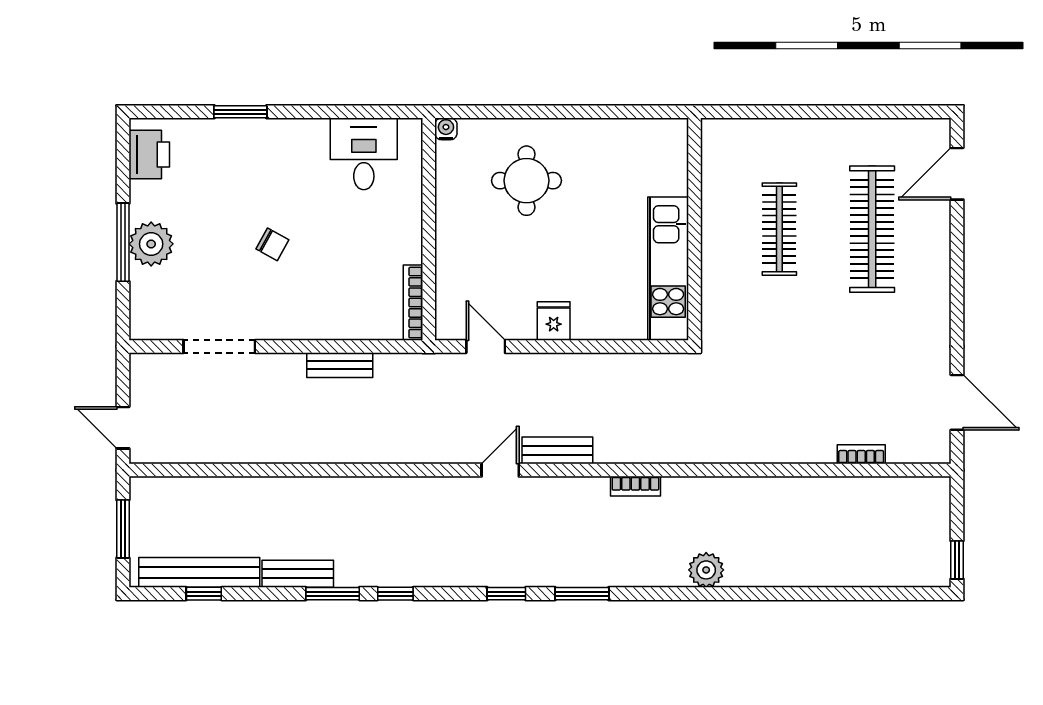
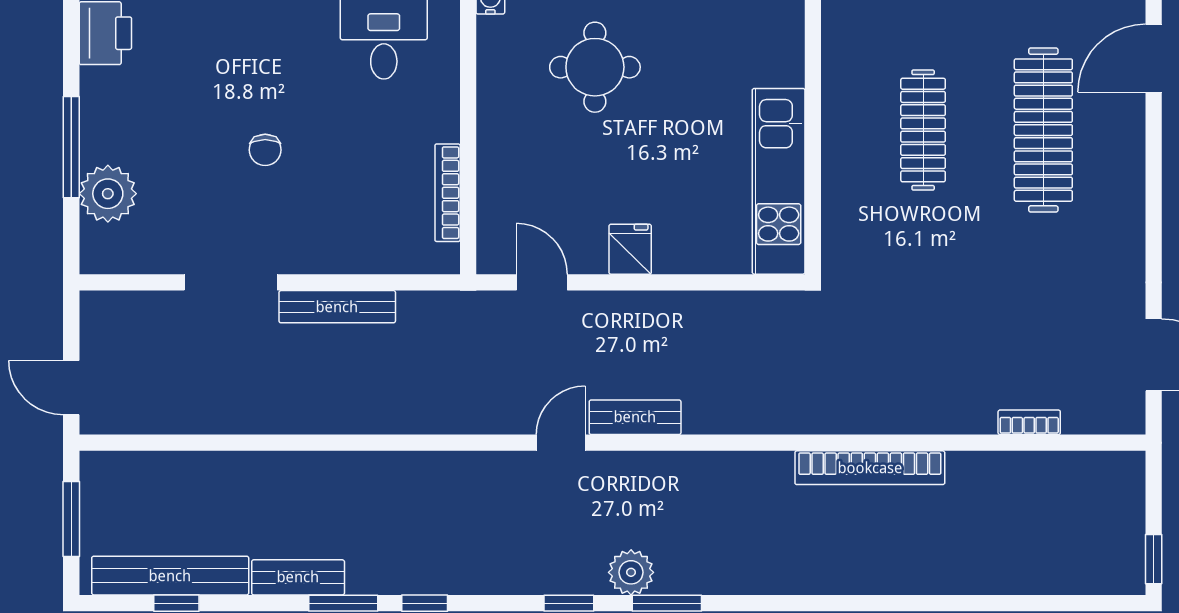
plant: (151, 244) -> (108, 194), moved
chair: (272, 244) -> (265, 150), turned 61
bookcase: (413, 303) -> (448, 193), moved
doorway: (219, 346) -> (231, 282), moved
bench: (340, 365) -> (337, 307), width x1.36
bookcase: (635, 486) -> (870, 468), moved, width x2.31, depth x1.31
plant: (706, 570) -> (631, 572), moved

